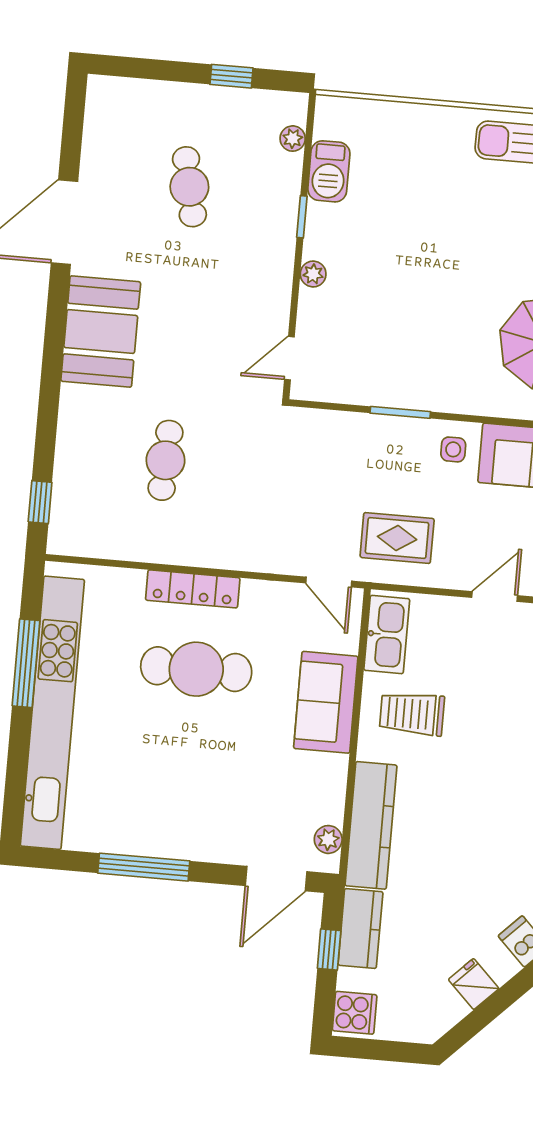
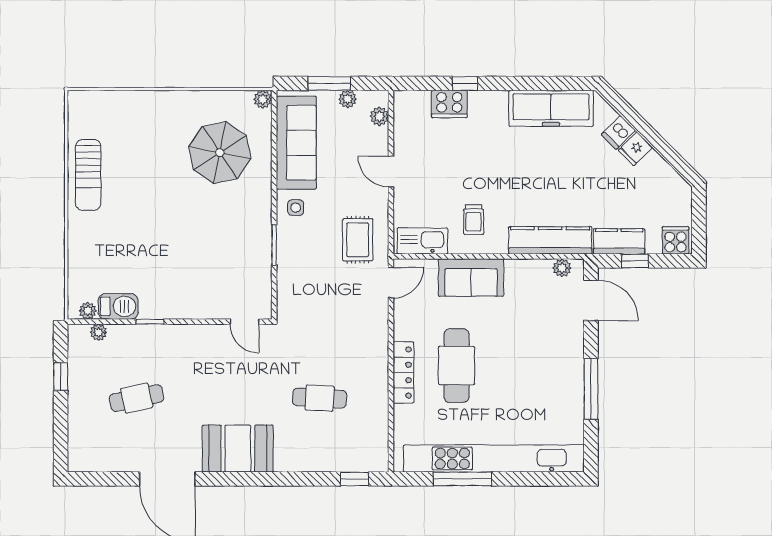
plant: (313, 274) -> (88, 311), moved
trolley: (412, 714) -> (474, 220), width x0.73, depth x0.72
fridge: (474, 984) -> (635, 149), moved

